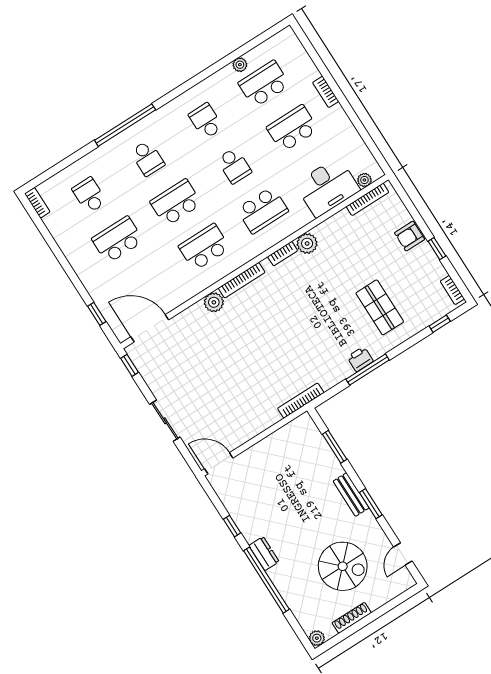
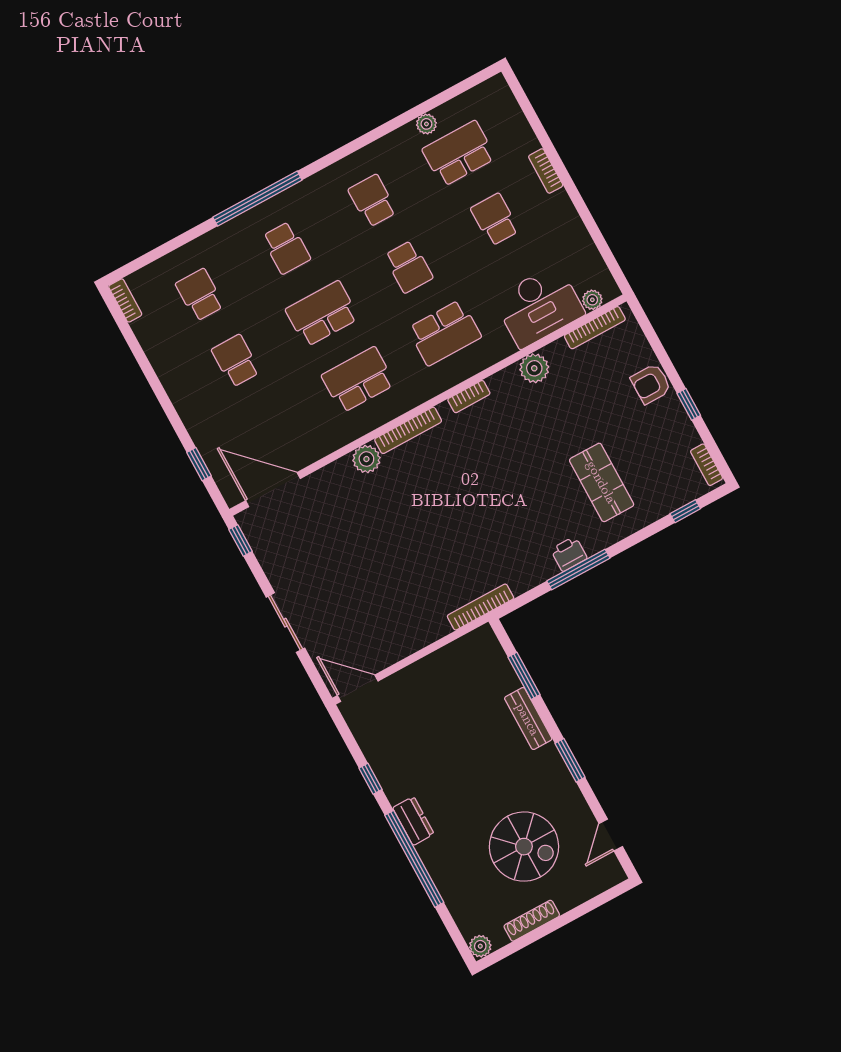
school desk: (292, 128) -> (495, 220), width x0.54
school desk: (118, 240) -> (236, 361), width x0.54
plant: (307, 243) -> (534, 368), moved
bench: (351, 494) -> (528, 719), moved

